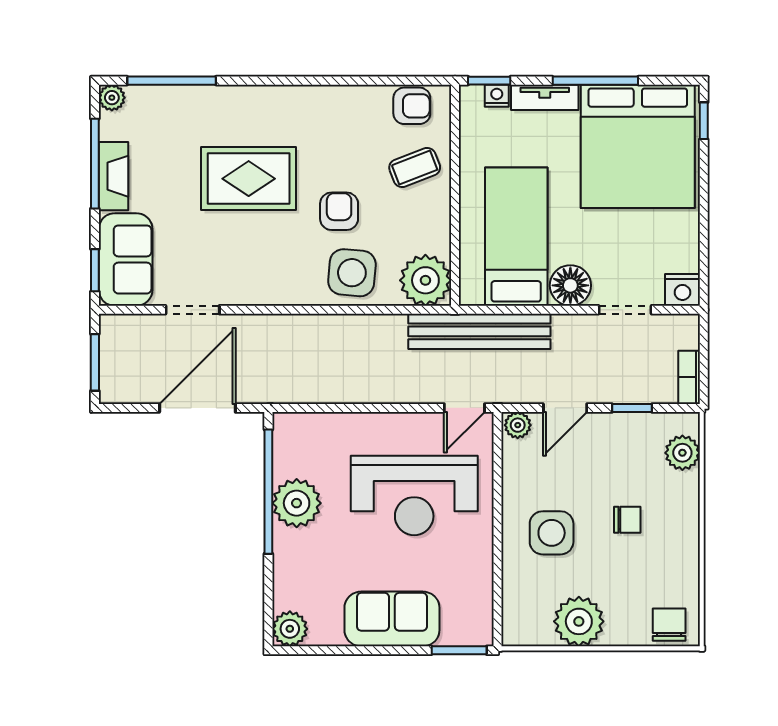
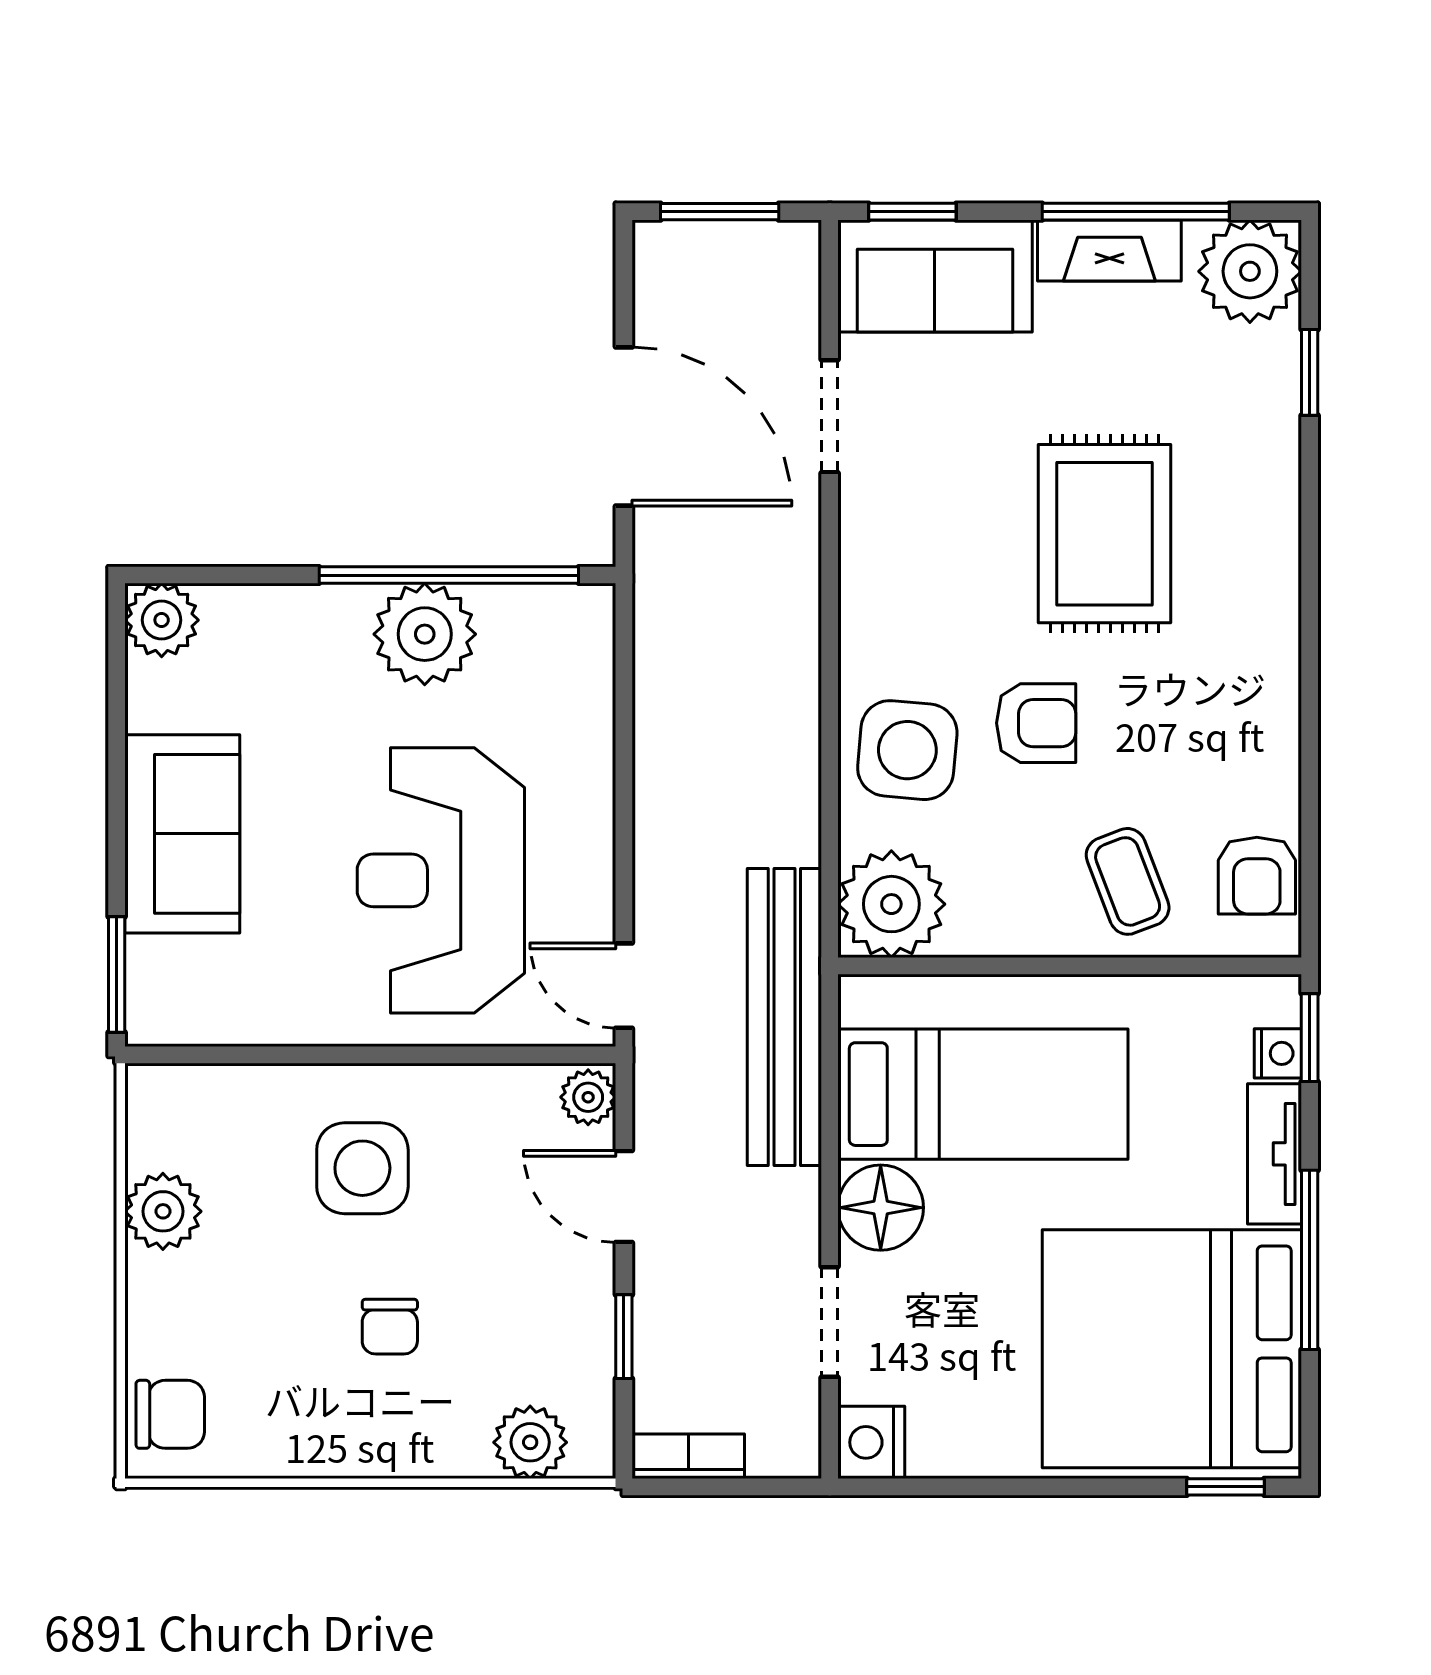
window: (172, 81) -> (1310, 372), width x0.46
plant: (112, 98) -> (1250, 271), width x1.88, depth x1.88
plant: (579, 621) -> (163, 1211), width x0.73, depth x0.73

